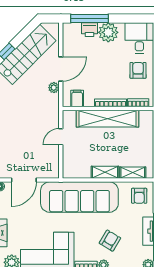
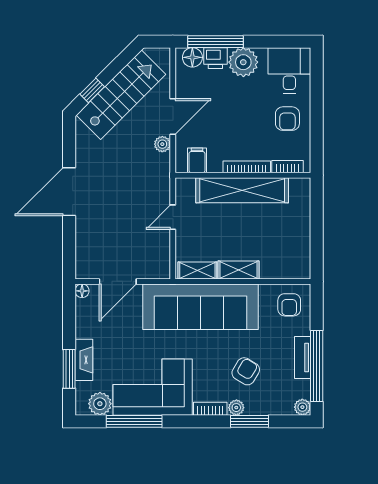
floor lamp: (74, 29) -> (192, 57), added
armchair: (138, 70) -> (287, 119), turned 180
shelving: (133, 173) -> (197, 270), moved

